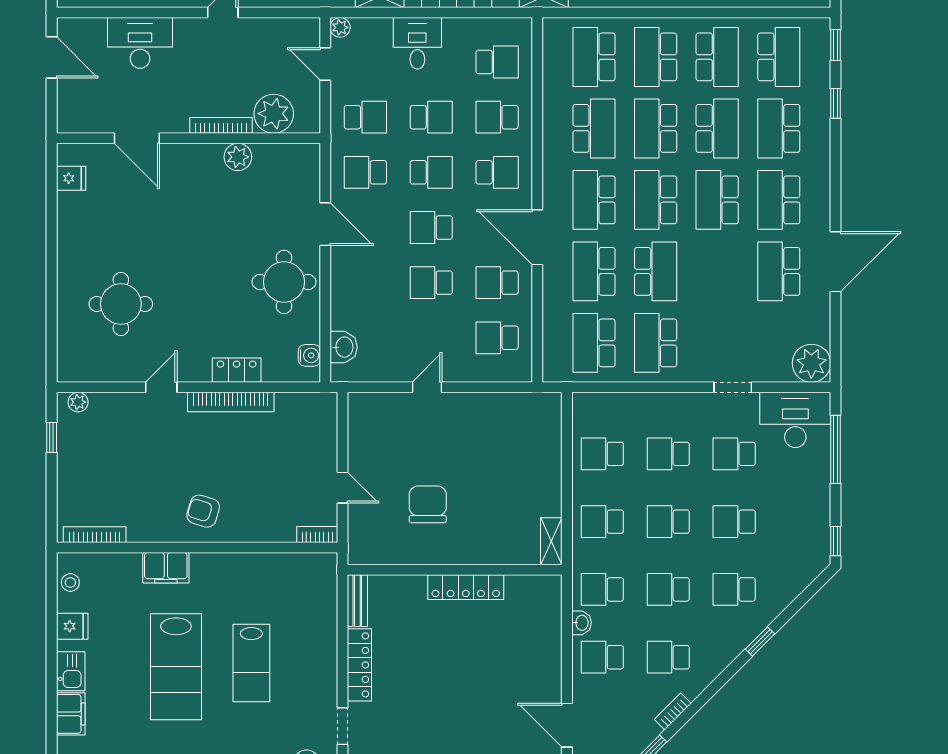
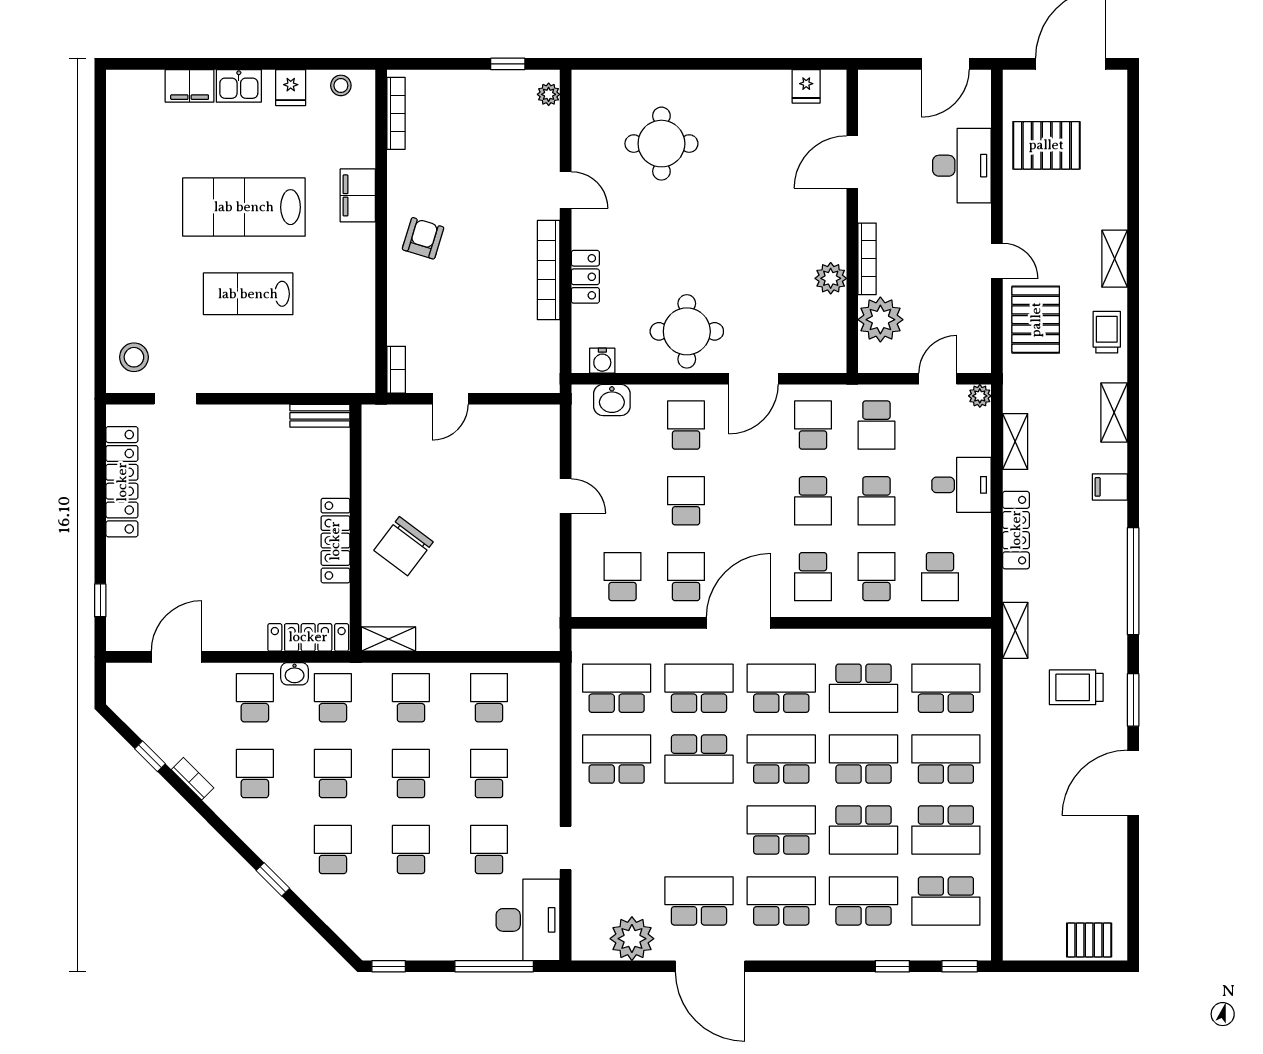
school desk: (431, 227) -> (686, 425), moved
plant: (811, 363) -> (632, 939), moved
chair: (428, 504) -> (403, 546), moved, turned 127
locker: (359, 665) -> (308, 637), moved, turned 180

